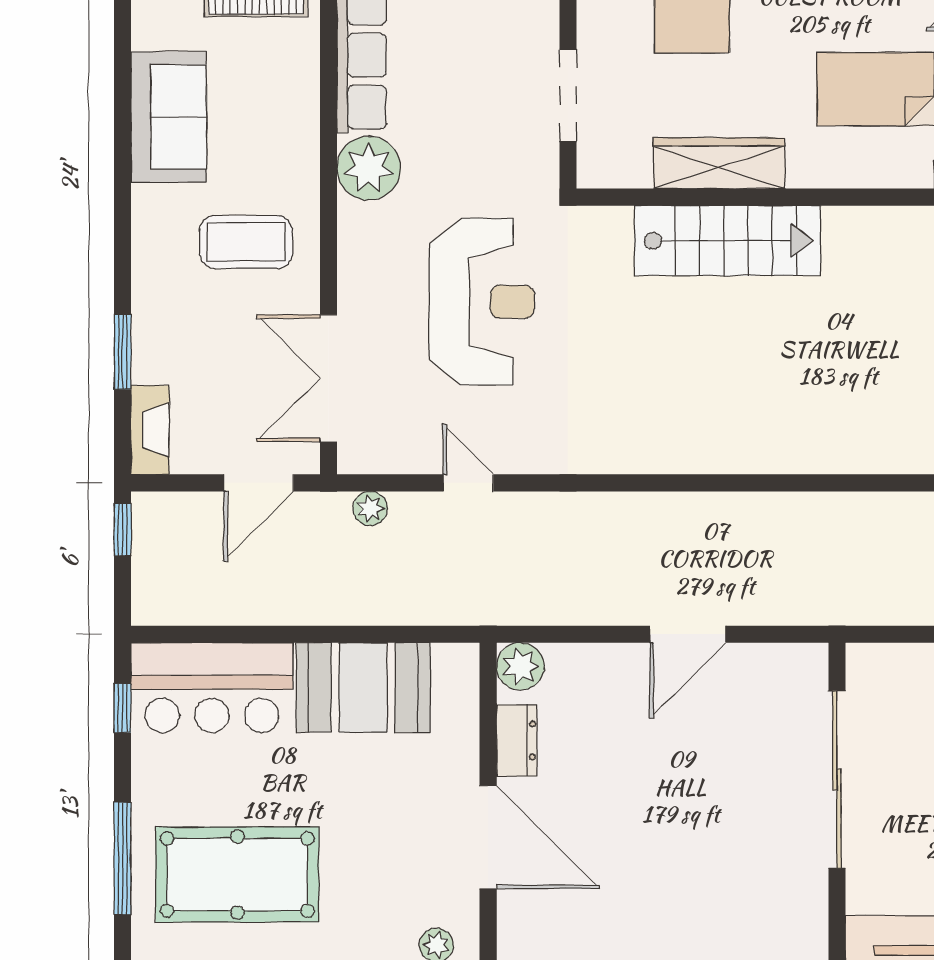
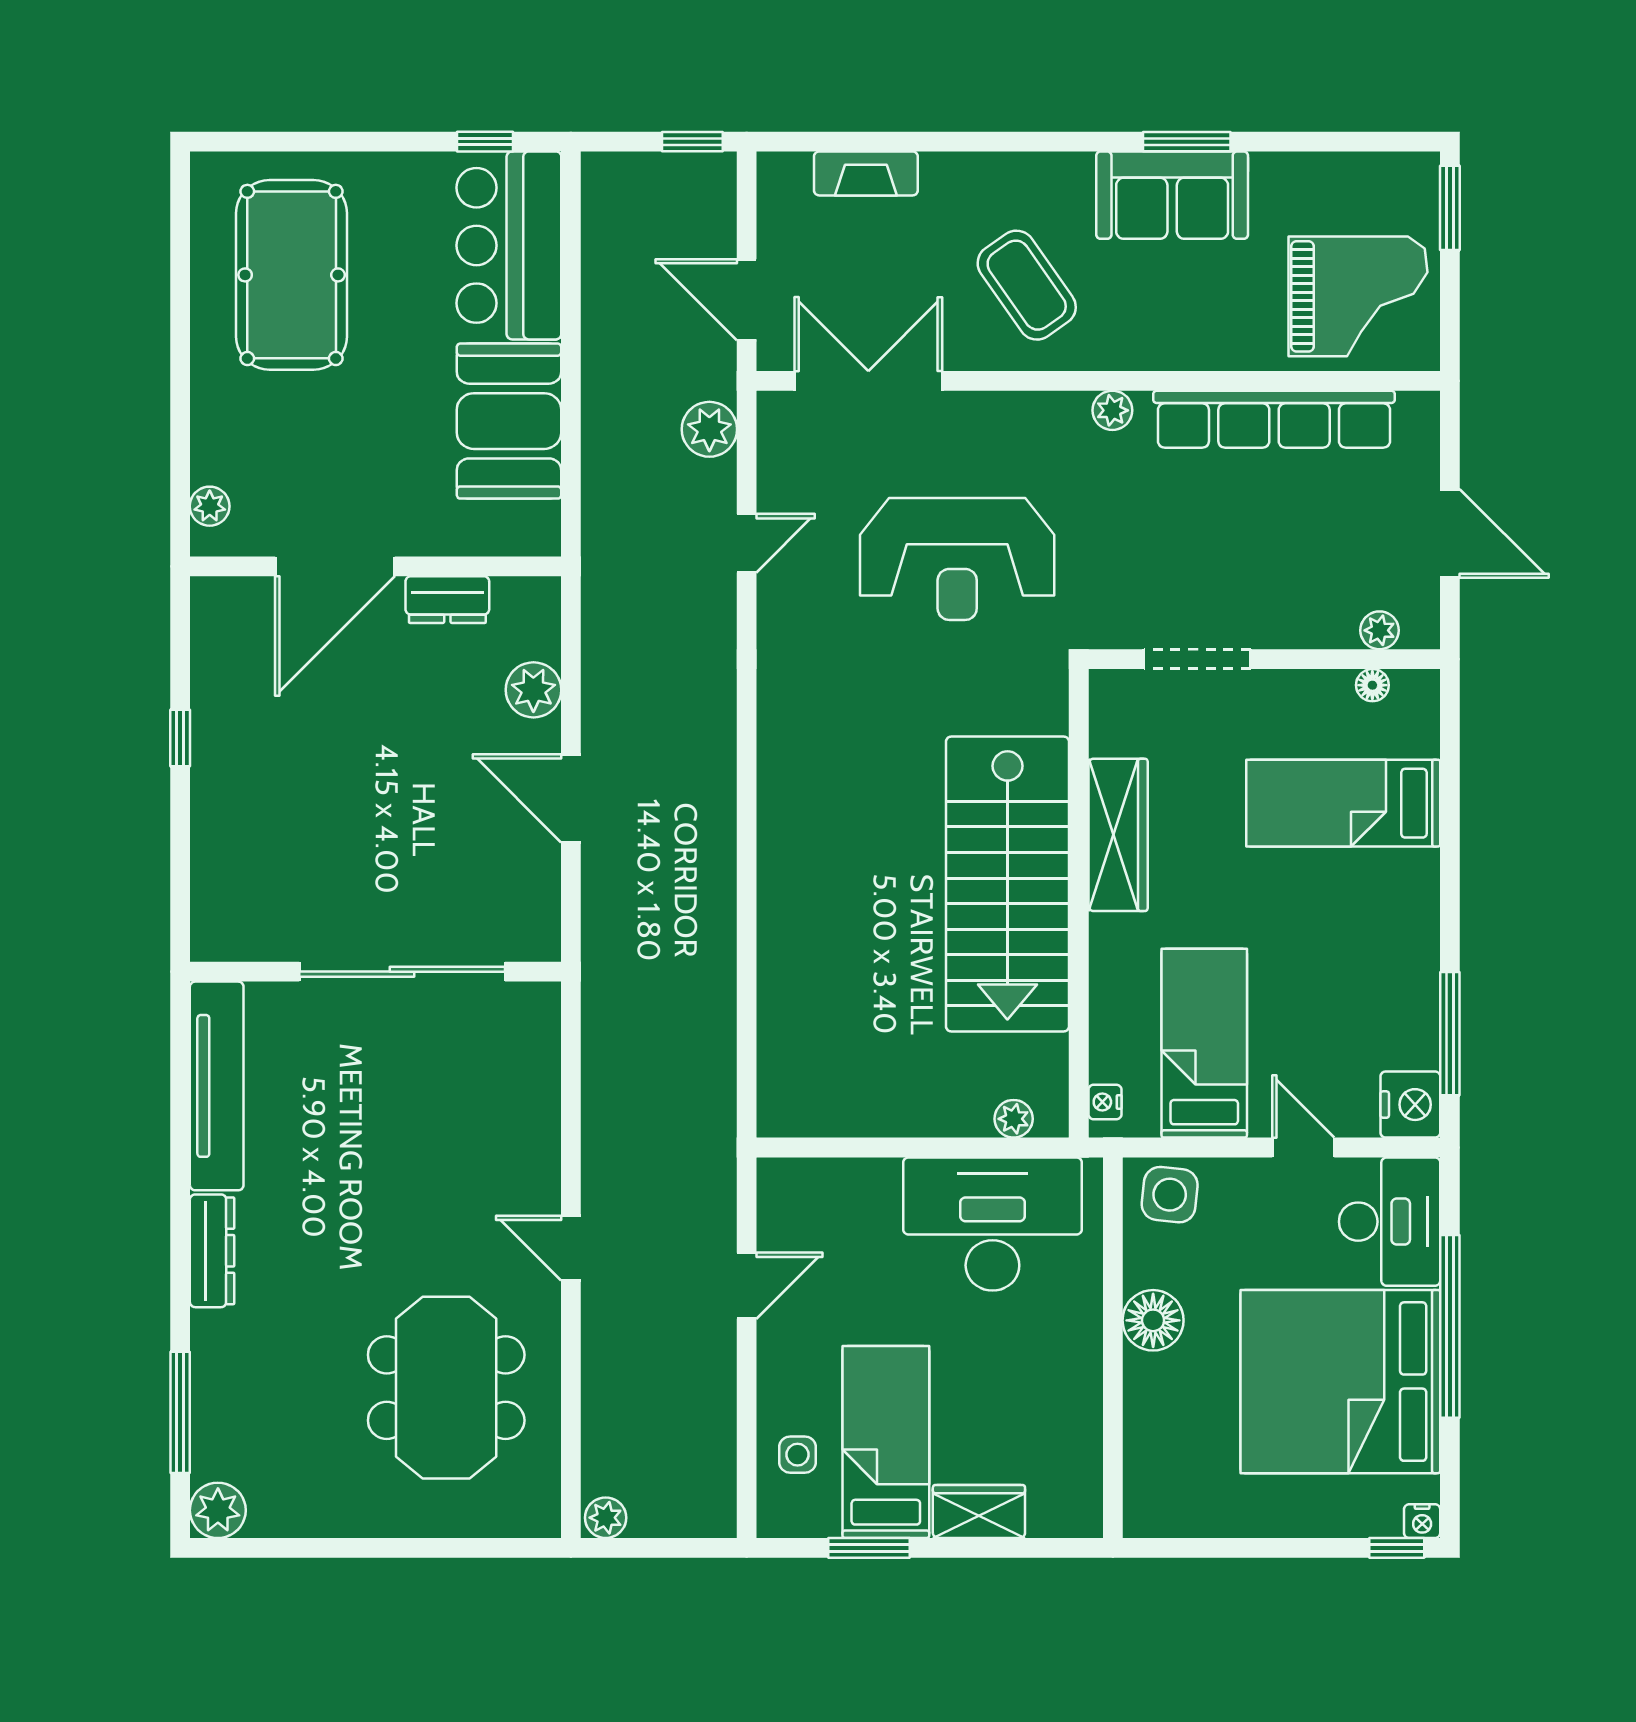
plant: (369, 168) -> (1112, 410), width x0.53, depth x0.53
stairs: (728, 241) -> (1007, 884), width x1.36, depth x1.51
coffee table: (246, 242) -> (1027, 285), turned -35
window: (123, 352) -> (1187, 142), moved
fireplace: (150, 430) -> (866, 173), moved
plant: (370, 509) -> (709, 429), width x1.38, depth x1.38
plant: (520, 666) -> (533, 690), moved
window: (123, 859) -> (310, 142), removed

